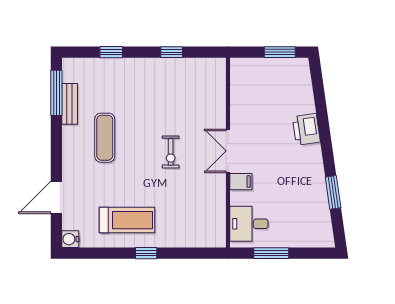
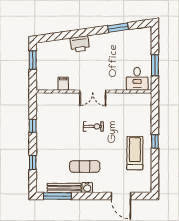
bench: (70, 104) -> (64, 188), width x1.36
filing cabinet: (241, 182) -> (63, 84), moved
water cooler: (70, 239) -> (87, 188), moved

